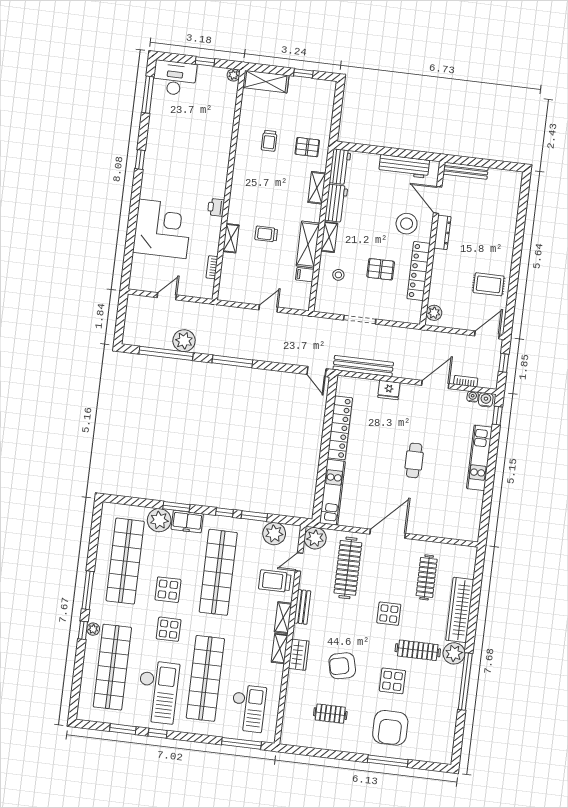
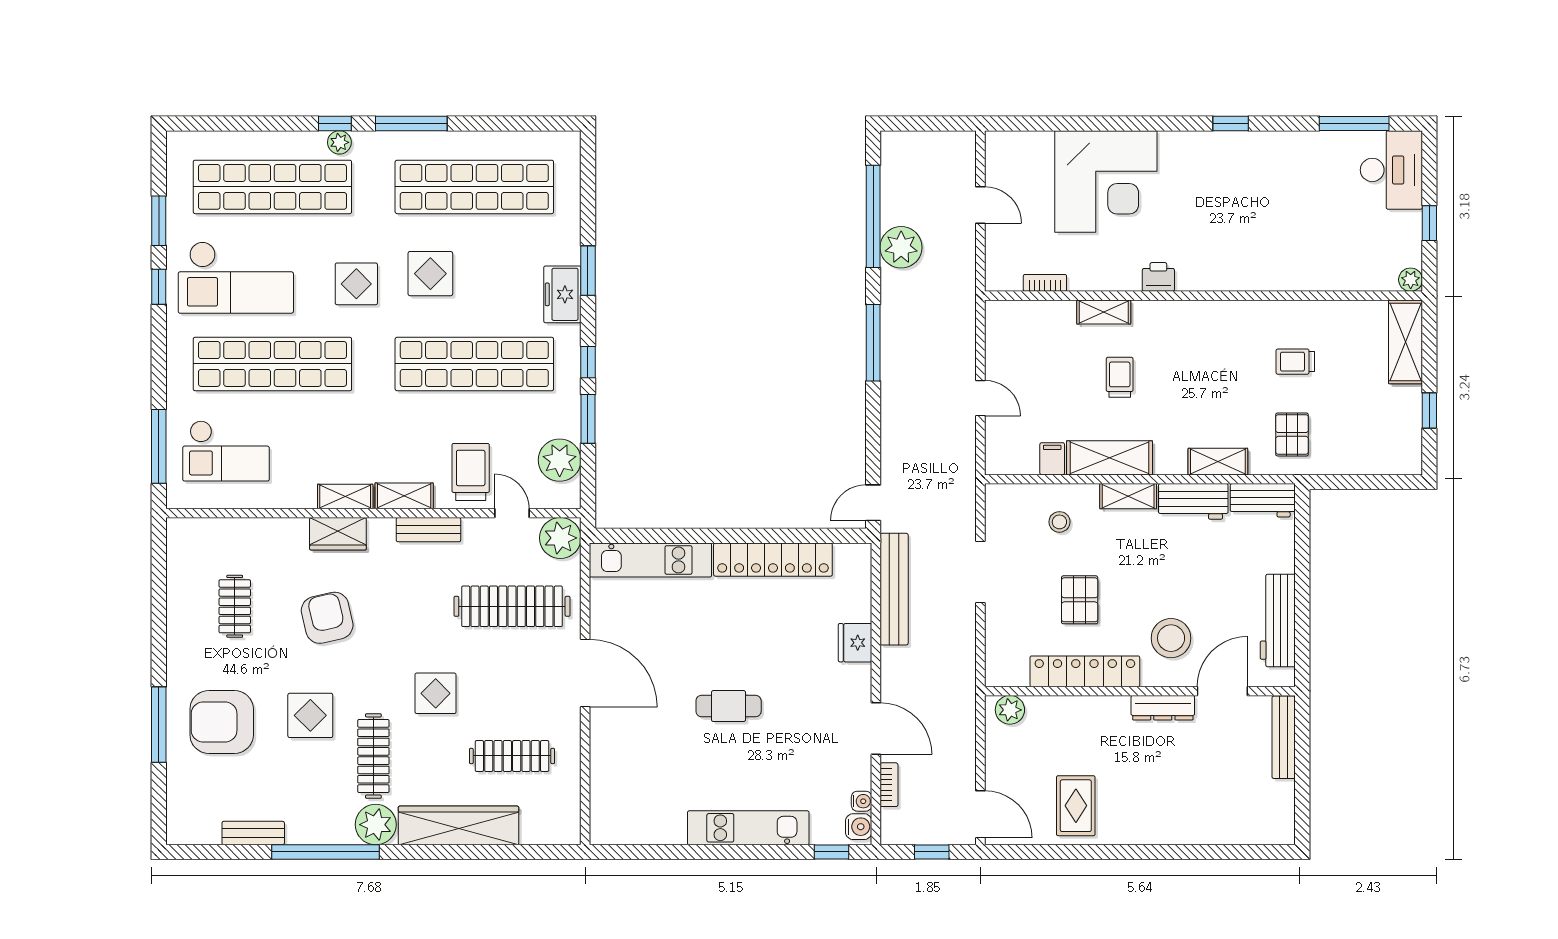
plant: (159, 520) -> (559, 241), removed
bench: (451, 718) -> (253, 833), added

